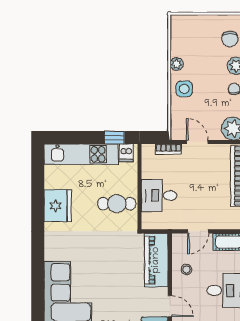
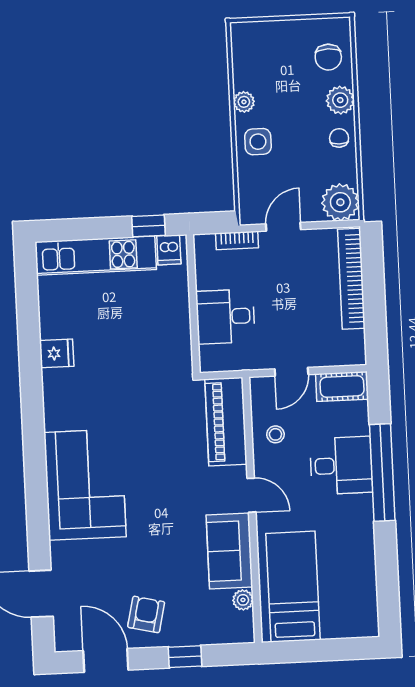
door: (197, 142) -> (283, 227), hinge flipped
cafe table: (117, 204) -> (157, 333), removed
fridge: (58, 206) -> (57, 353), width x0.53, depth x0.75

